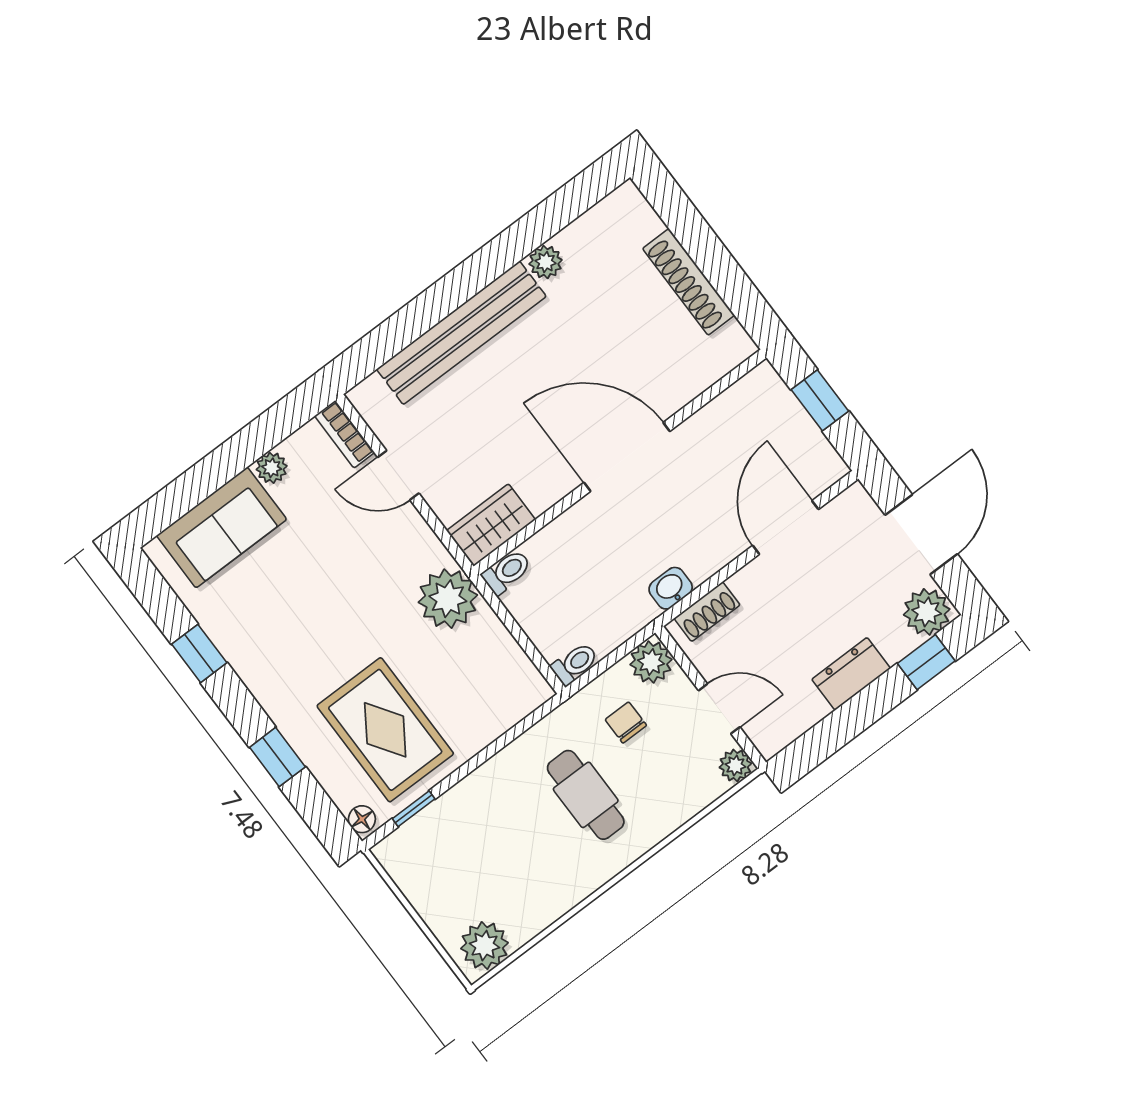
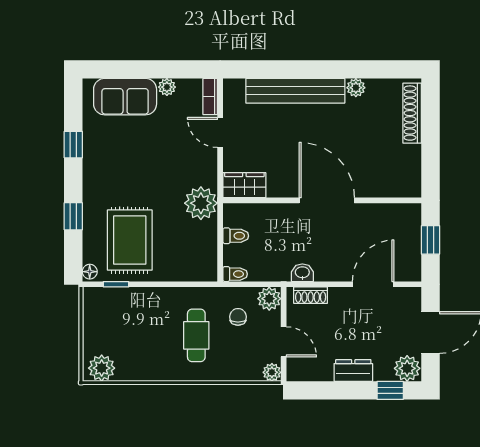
shoe rack: (689, 282) -> (412, 113), moved
toilet: (507, 572) -> (236, 236), moved

